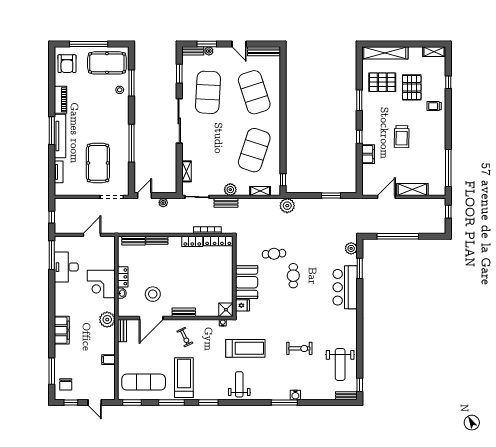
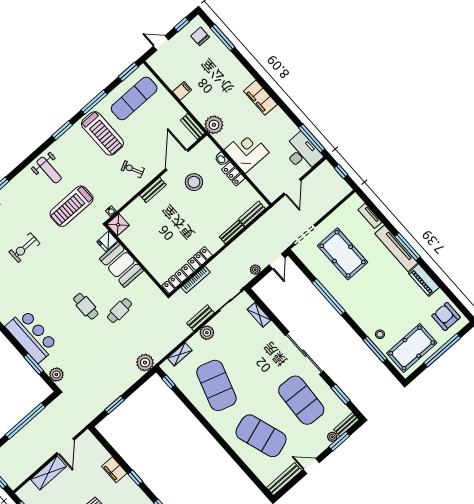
desk: (66, 267) -> (302, 153), moved
filing cabinet: (62, 330) -> (260, 98), moved

